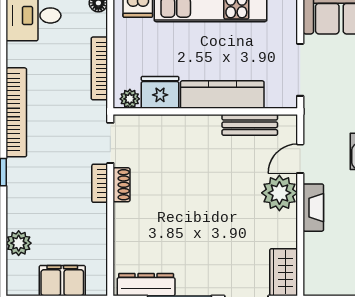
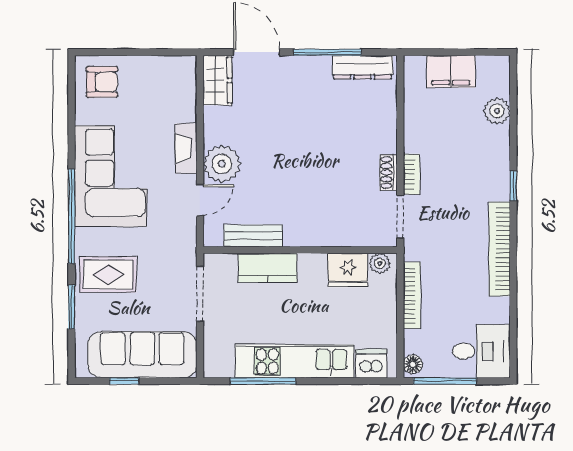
kitchen counter: (222, 95) -> (268, 268), width x0.67

